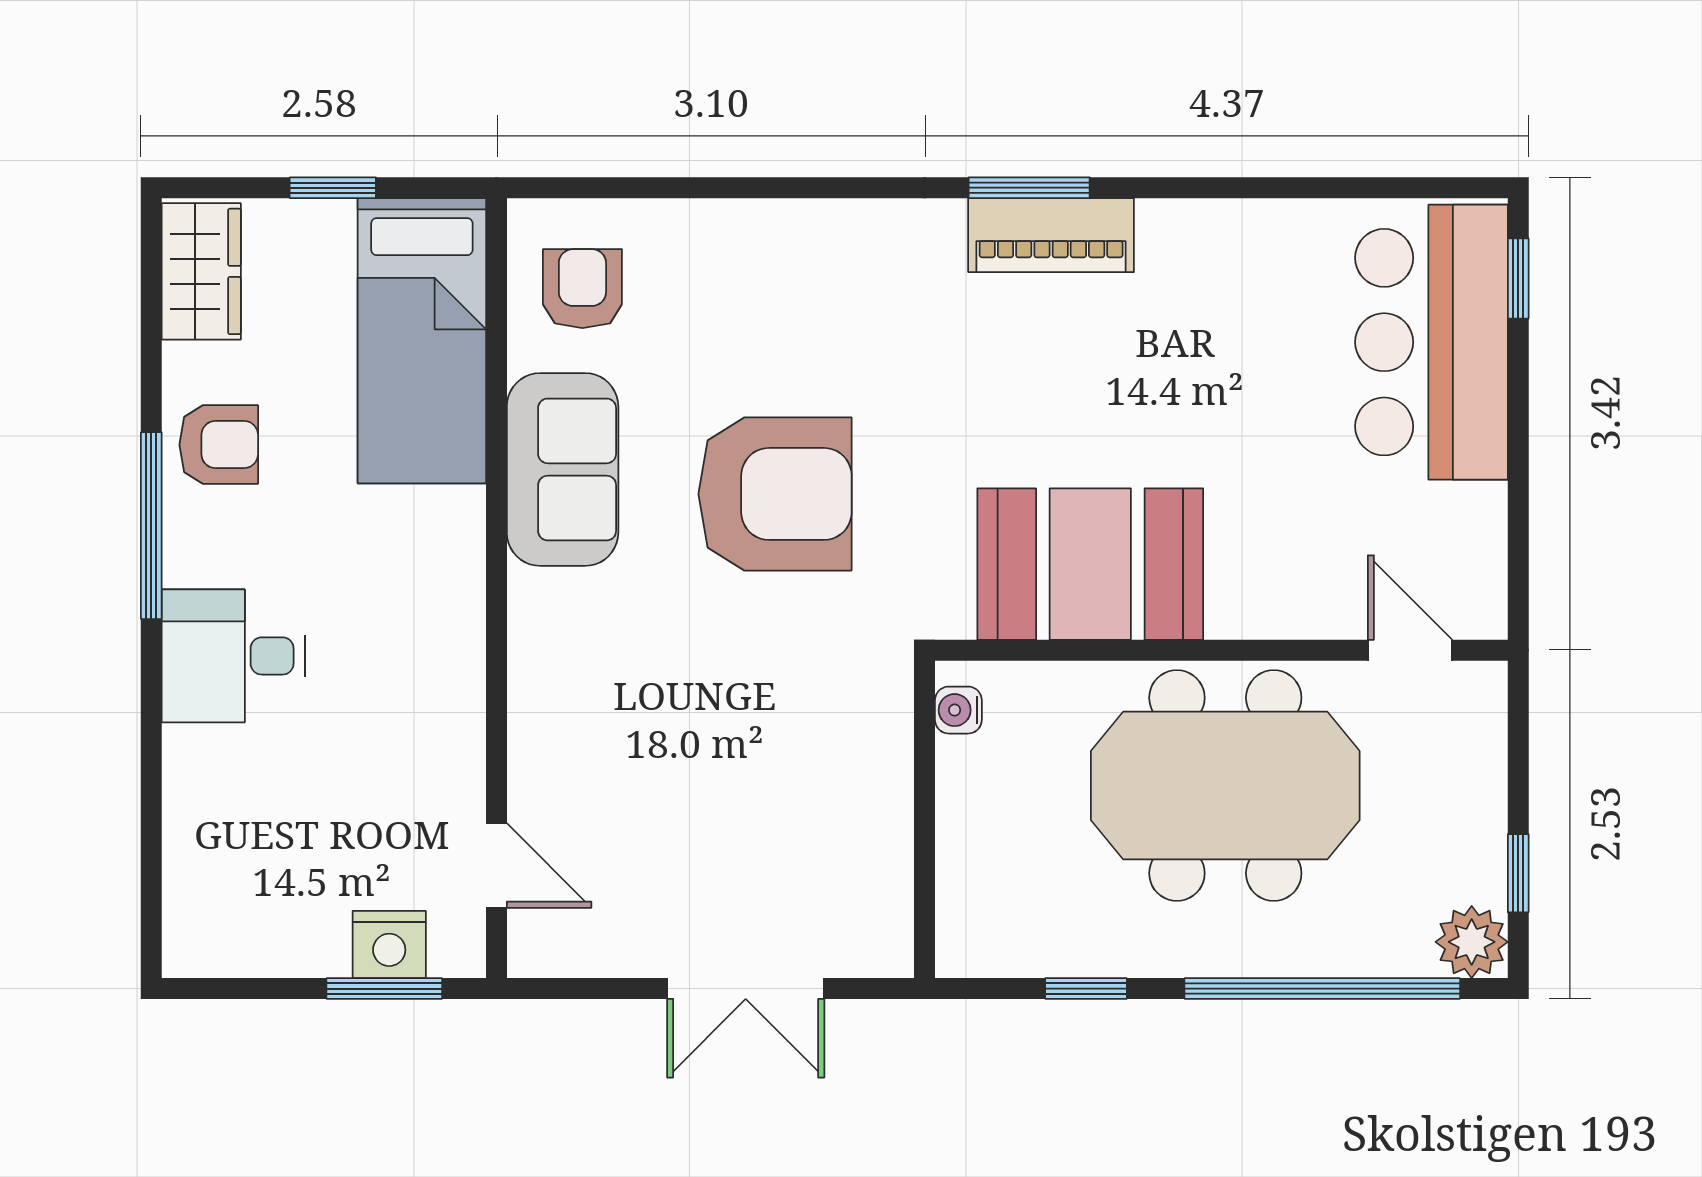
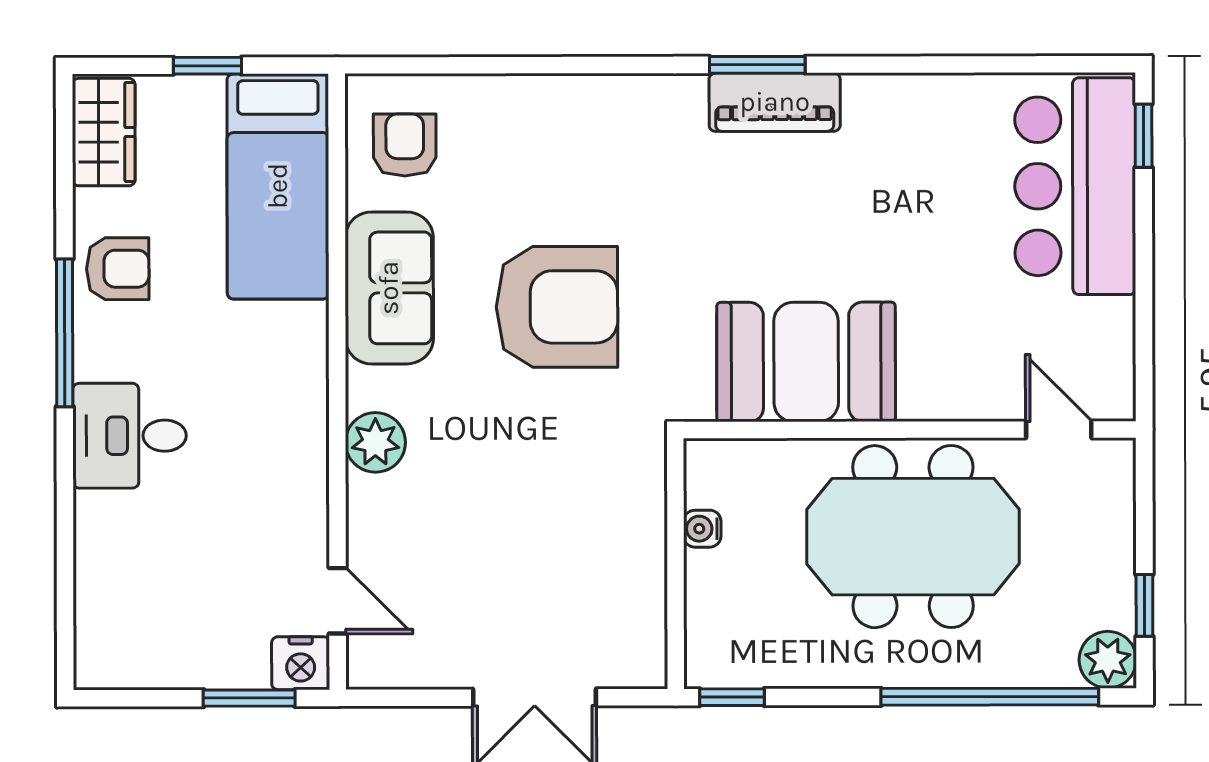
plant: (545, 665) -> (375, 442), added
water cooler: (958, 710) -> (702, 529), moved
nightstand: (389, 944) -> (301, 663), moved
window: (1086, 989) -> (732, 697), moved

